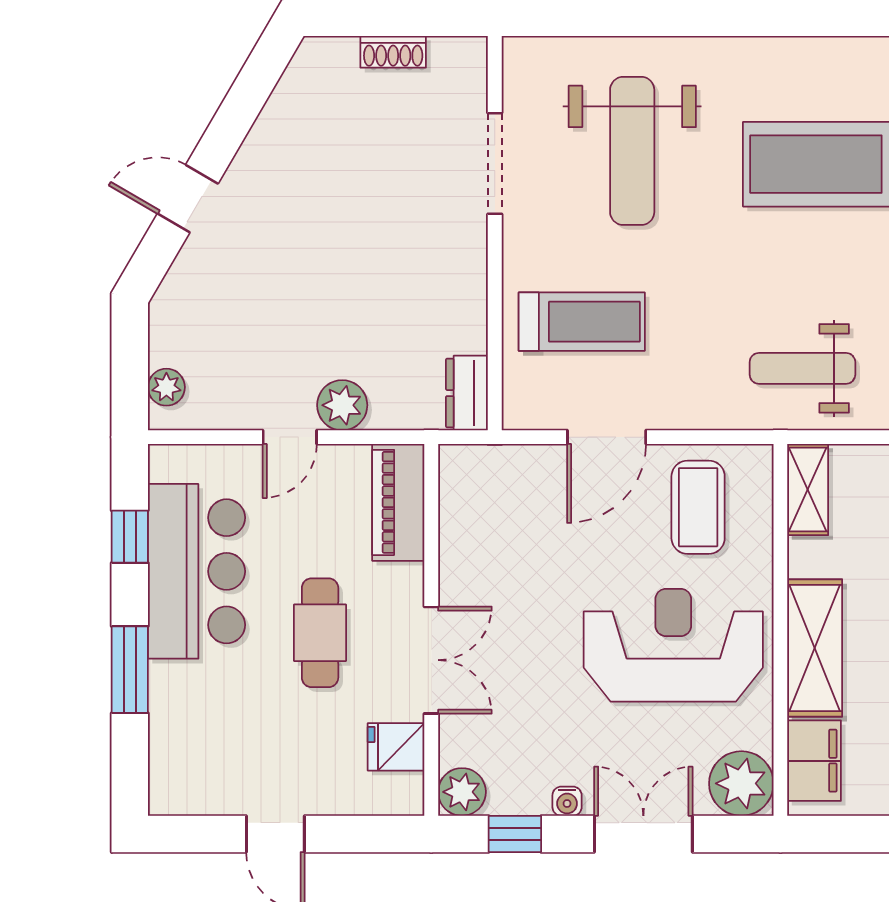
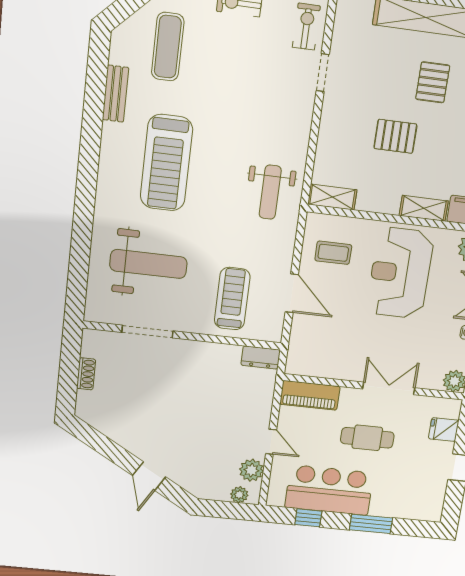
plant: (342, 405) -> (251, 470), moved
coffee table: (698, 507) -> (333, 253), width x0.73, depth x0.77
shelving: (815, 648) -> (424, 208), width x0.67, depth x0.75
fridge: (396, 747) -> (444, 430), moved, turned 90

